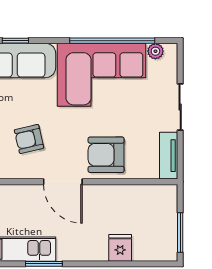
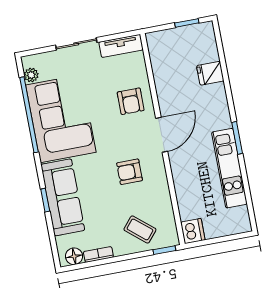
armchair: (29, 139) -> (130, 172), turned 103
armchair: (106, 155) -> (131, 101), width x0.72, depth x0.72
window: (180, 232) -> (187, 23), width x0.67

